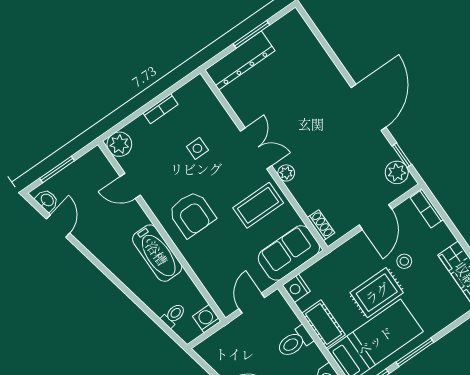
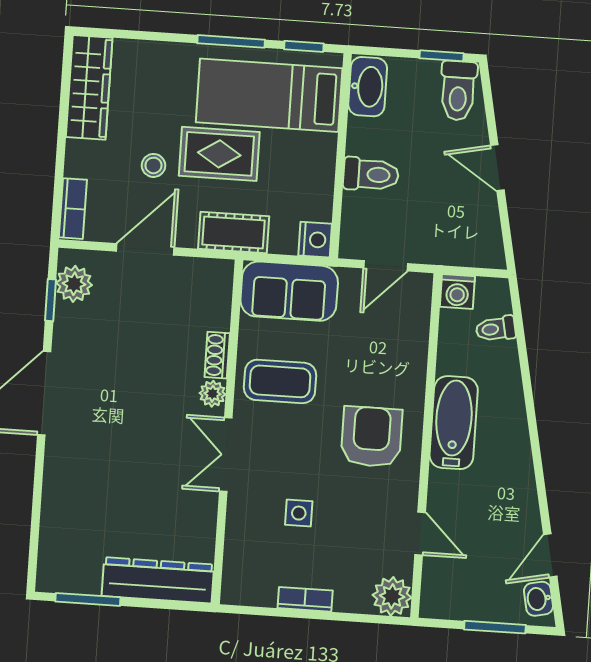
window: (251, 34) -> (88, 599), moved
shoe rack: (321, 225) -> (217, 355), moved
cot: (323, 324) -> (234, 232), moved, turned 90

